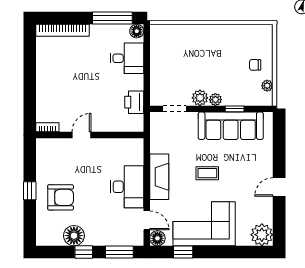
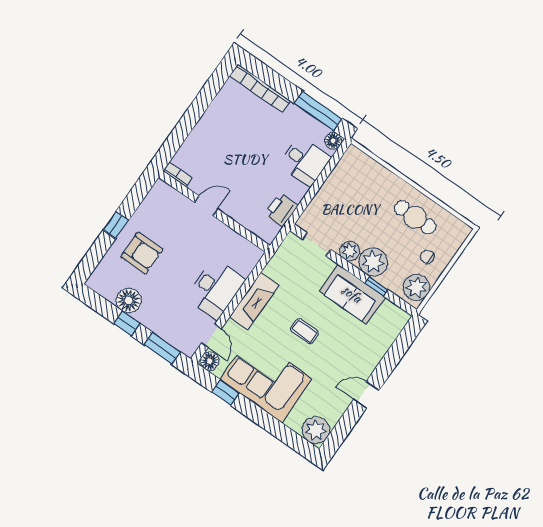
cafe table: (228, 44) -> (415, 217), added
plant: (267, 86) -> (416, 287), width x1.88, depth x1.88
plant: (215, 100) -> (373, 262), width x1.87, depth x1.87
sofa: (231, 126) -> (352, 294), width x0.73

